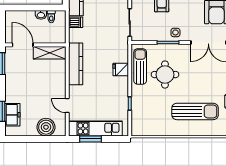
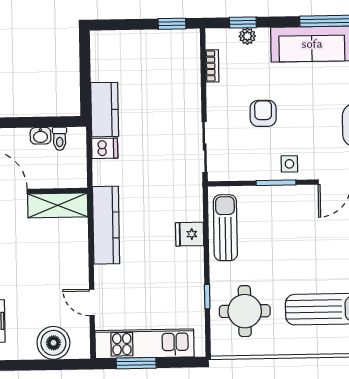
round table: (165, 75) -> (245, 311), moved

